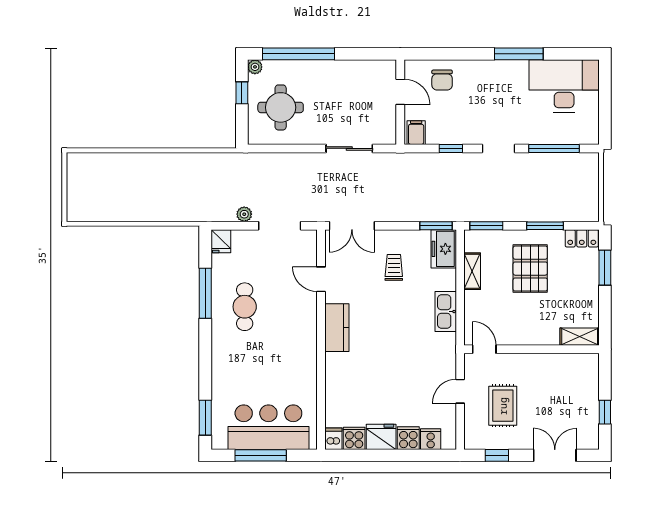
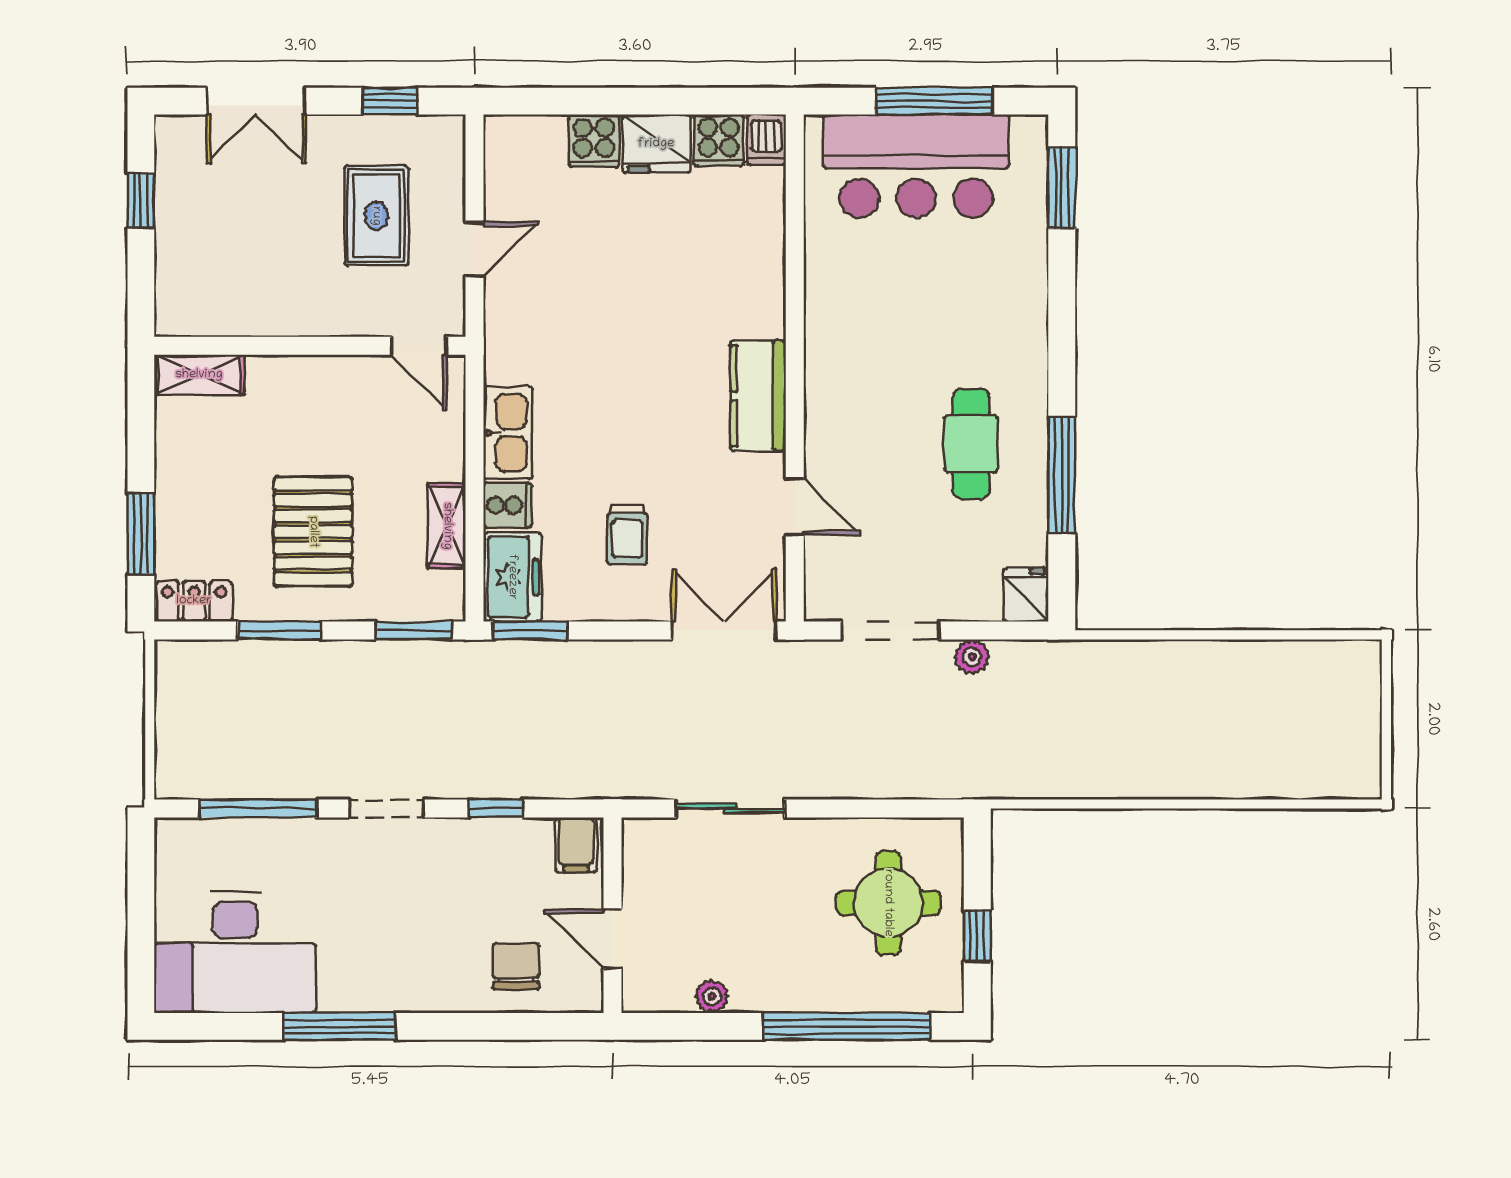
plant: (255, 67) -> (712, 996), moved
cooker: (431, 439) -> (507, 505), moved, turned -90

